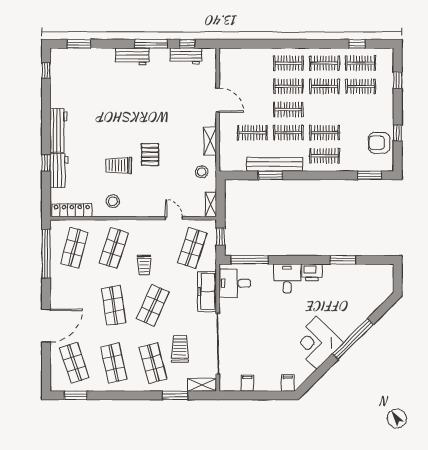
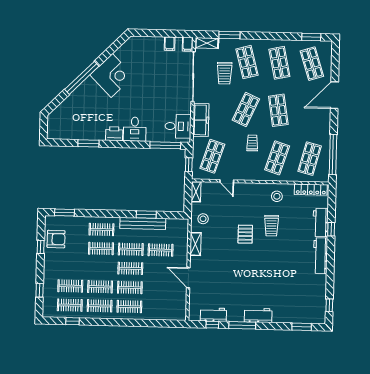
trolley: (119, 165) -> (271, 226), turned 90
filing cabinet: (288, 383) -> (188, 44), moved

